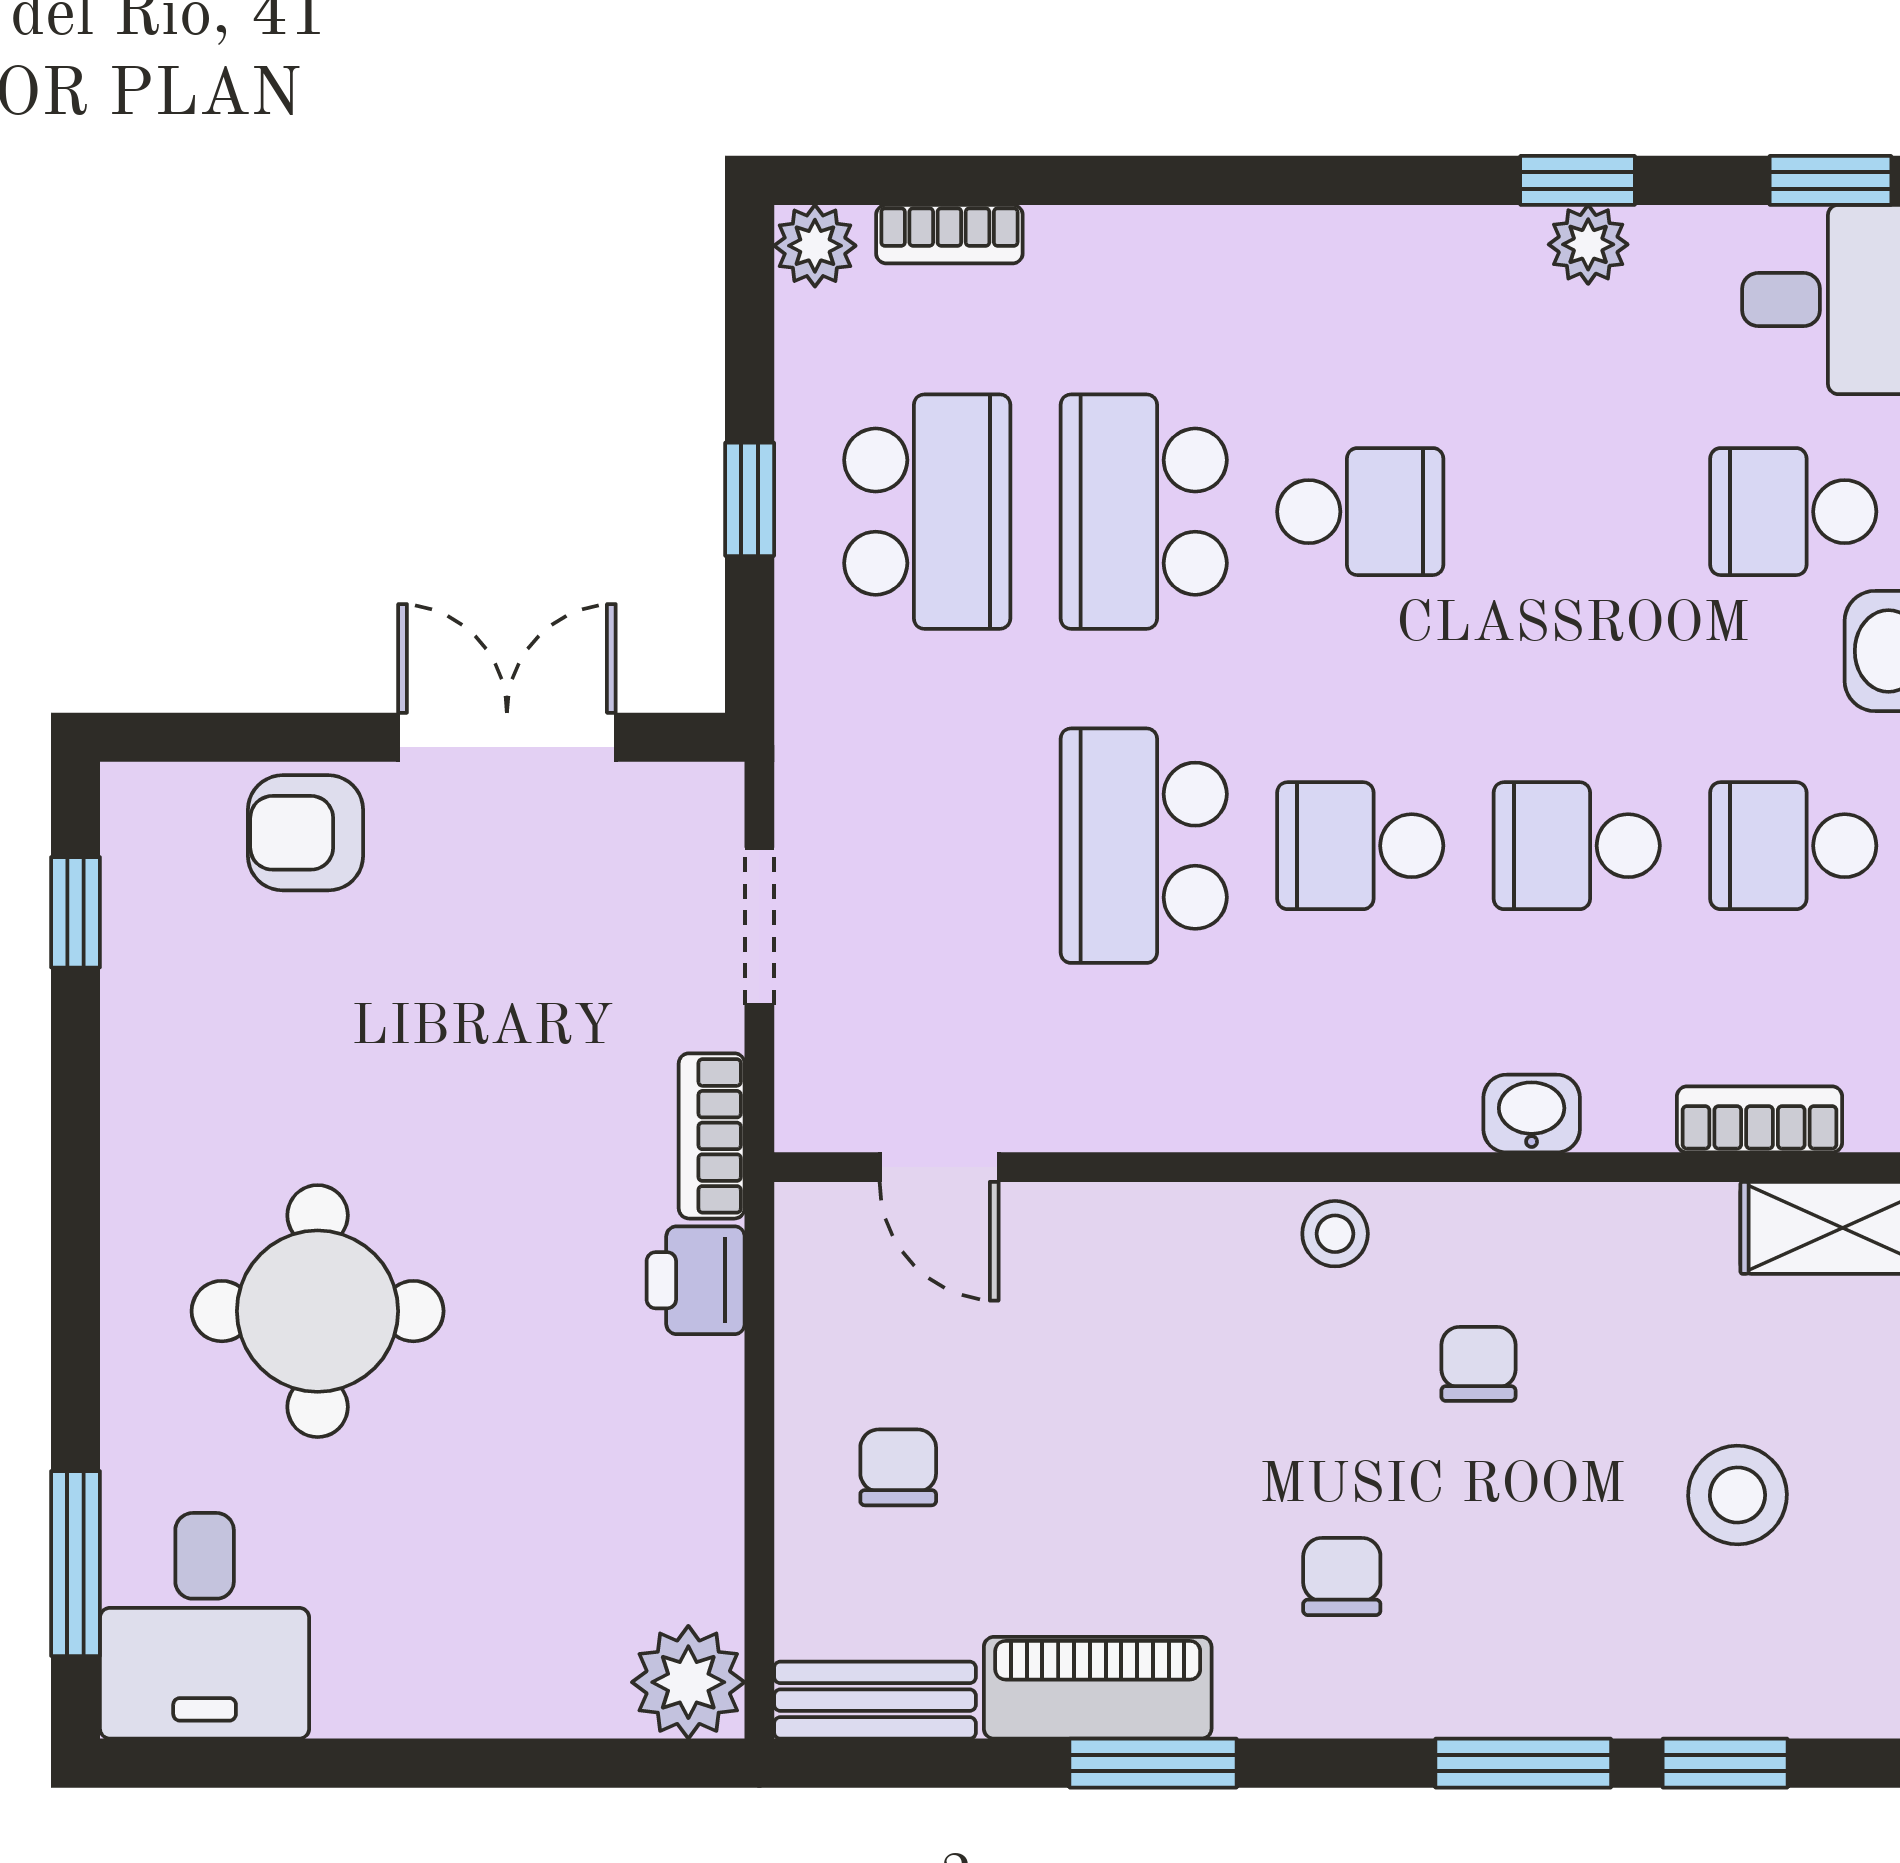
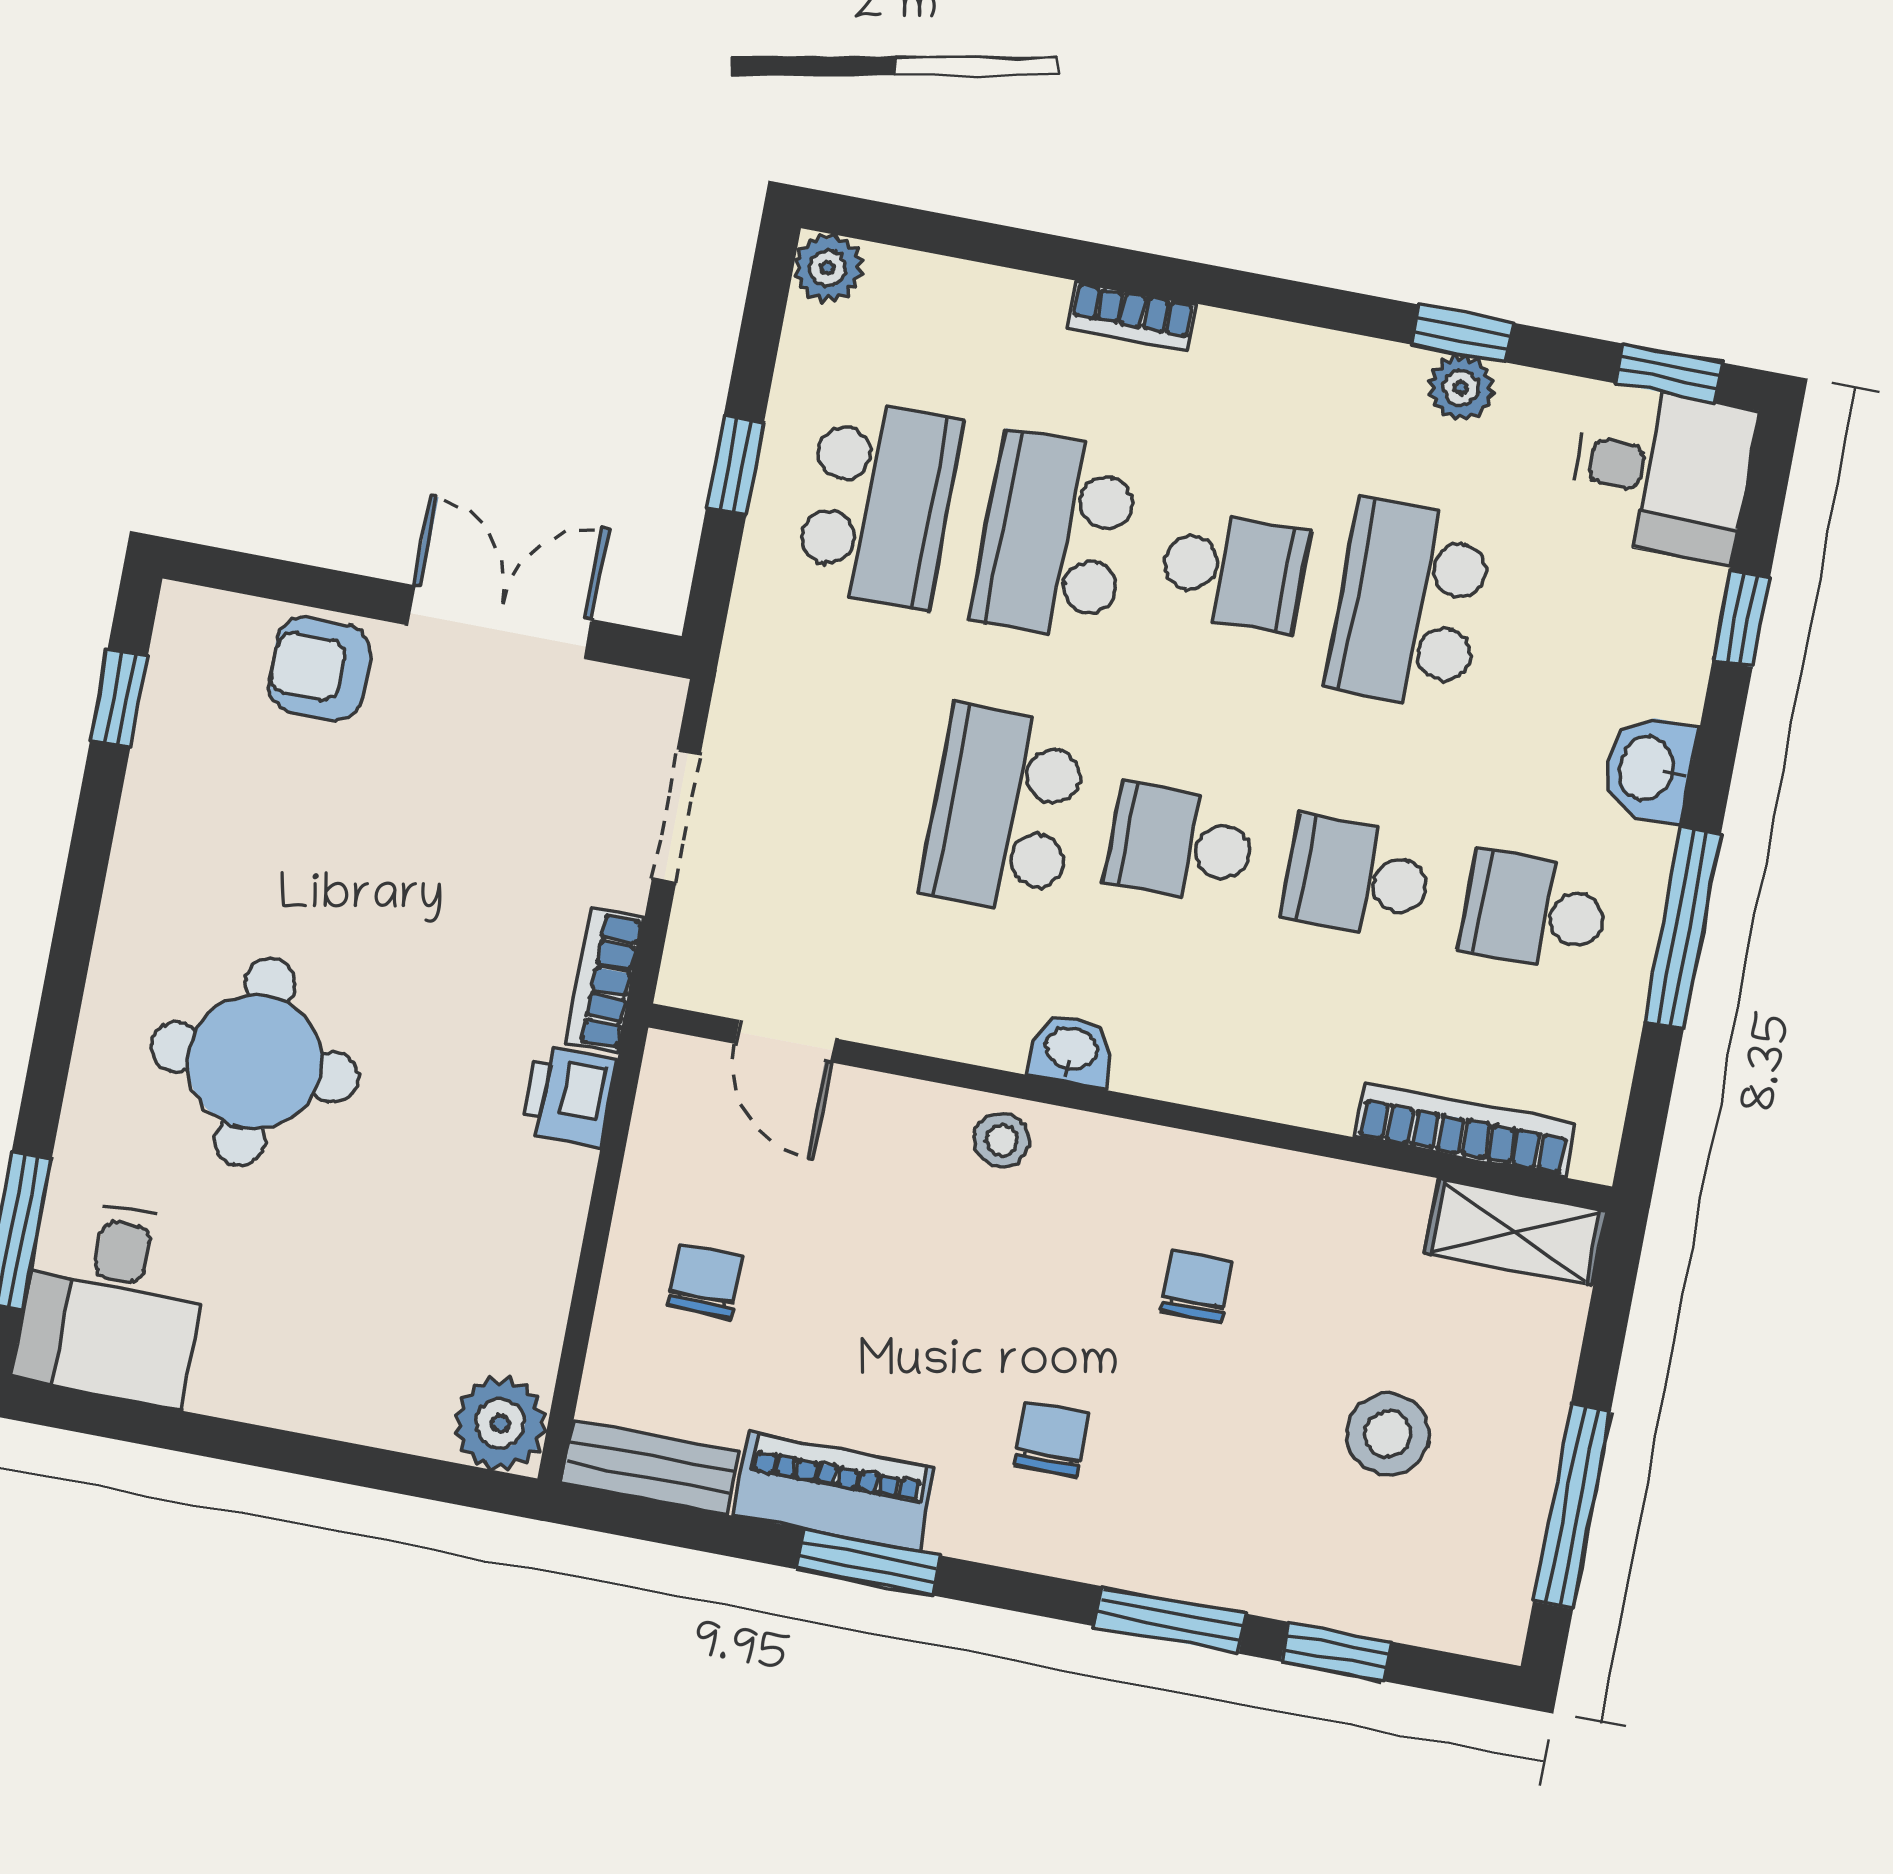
bookcase: (949, 234) -> (1132, 316), moved
school desk: (1793, 512) -> (1410, 604), moved, width x1.85
washbasin: (1532, 1114) -> (1071, 1050), moved
bookcase: (1759, 1119) -> (1464, 1130), width x1.56
stool: (1335, 1234) -> (1002, 1140), moved

